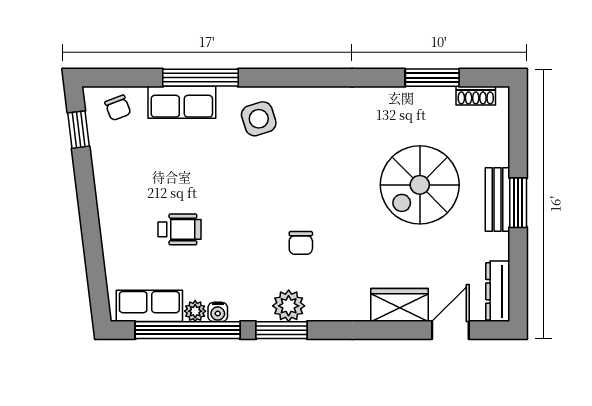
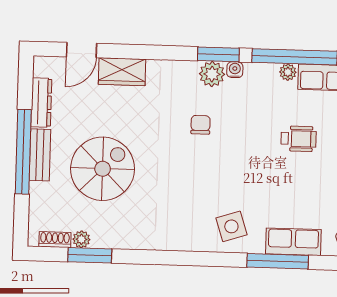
plant: (443, 97) -> (81, 239), added
window: (518, 203) -> (23, 152), width x2.11
wheelchair: (179, 229) -> (299, 139), turned 180
dresser: (498, 291) -> (41, 103), moved
water cooler: (218, 312) -> (235, 70), moved

